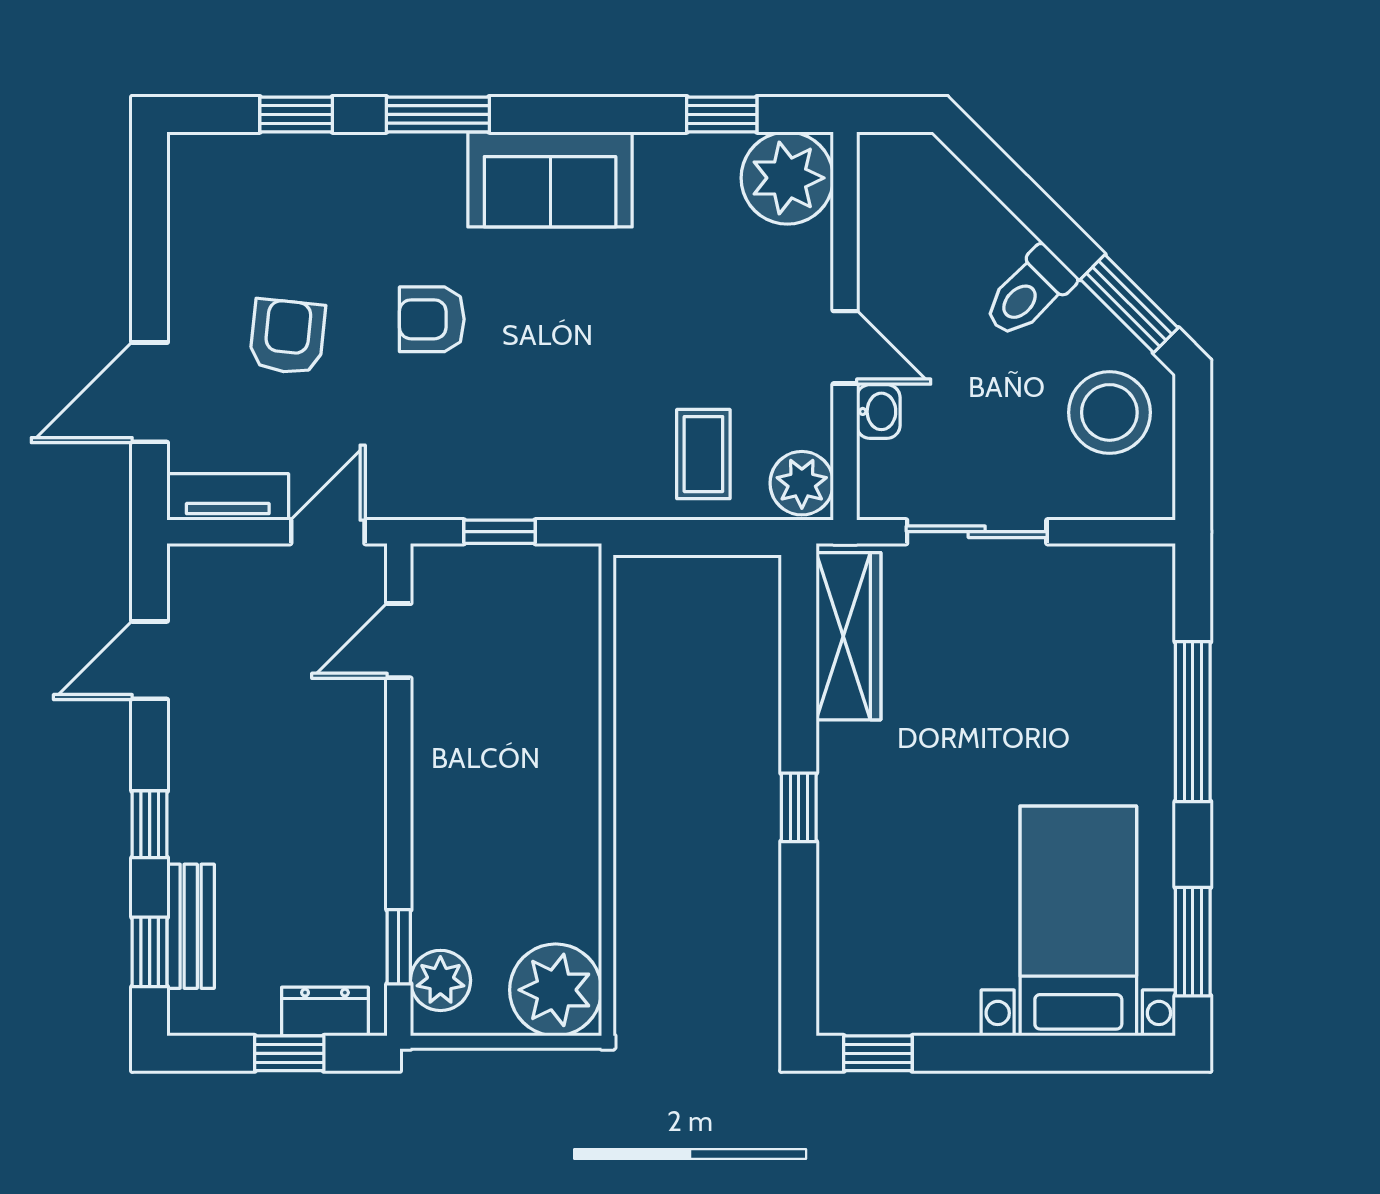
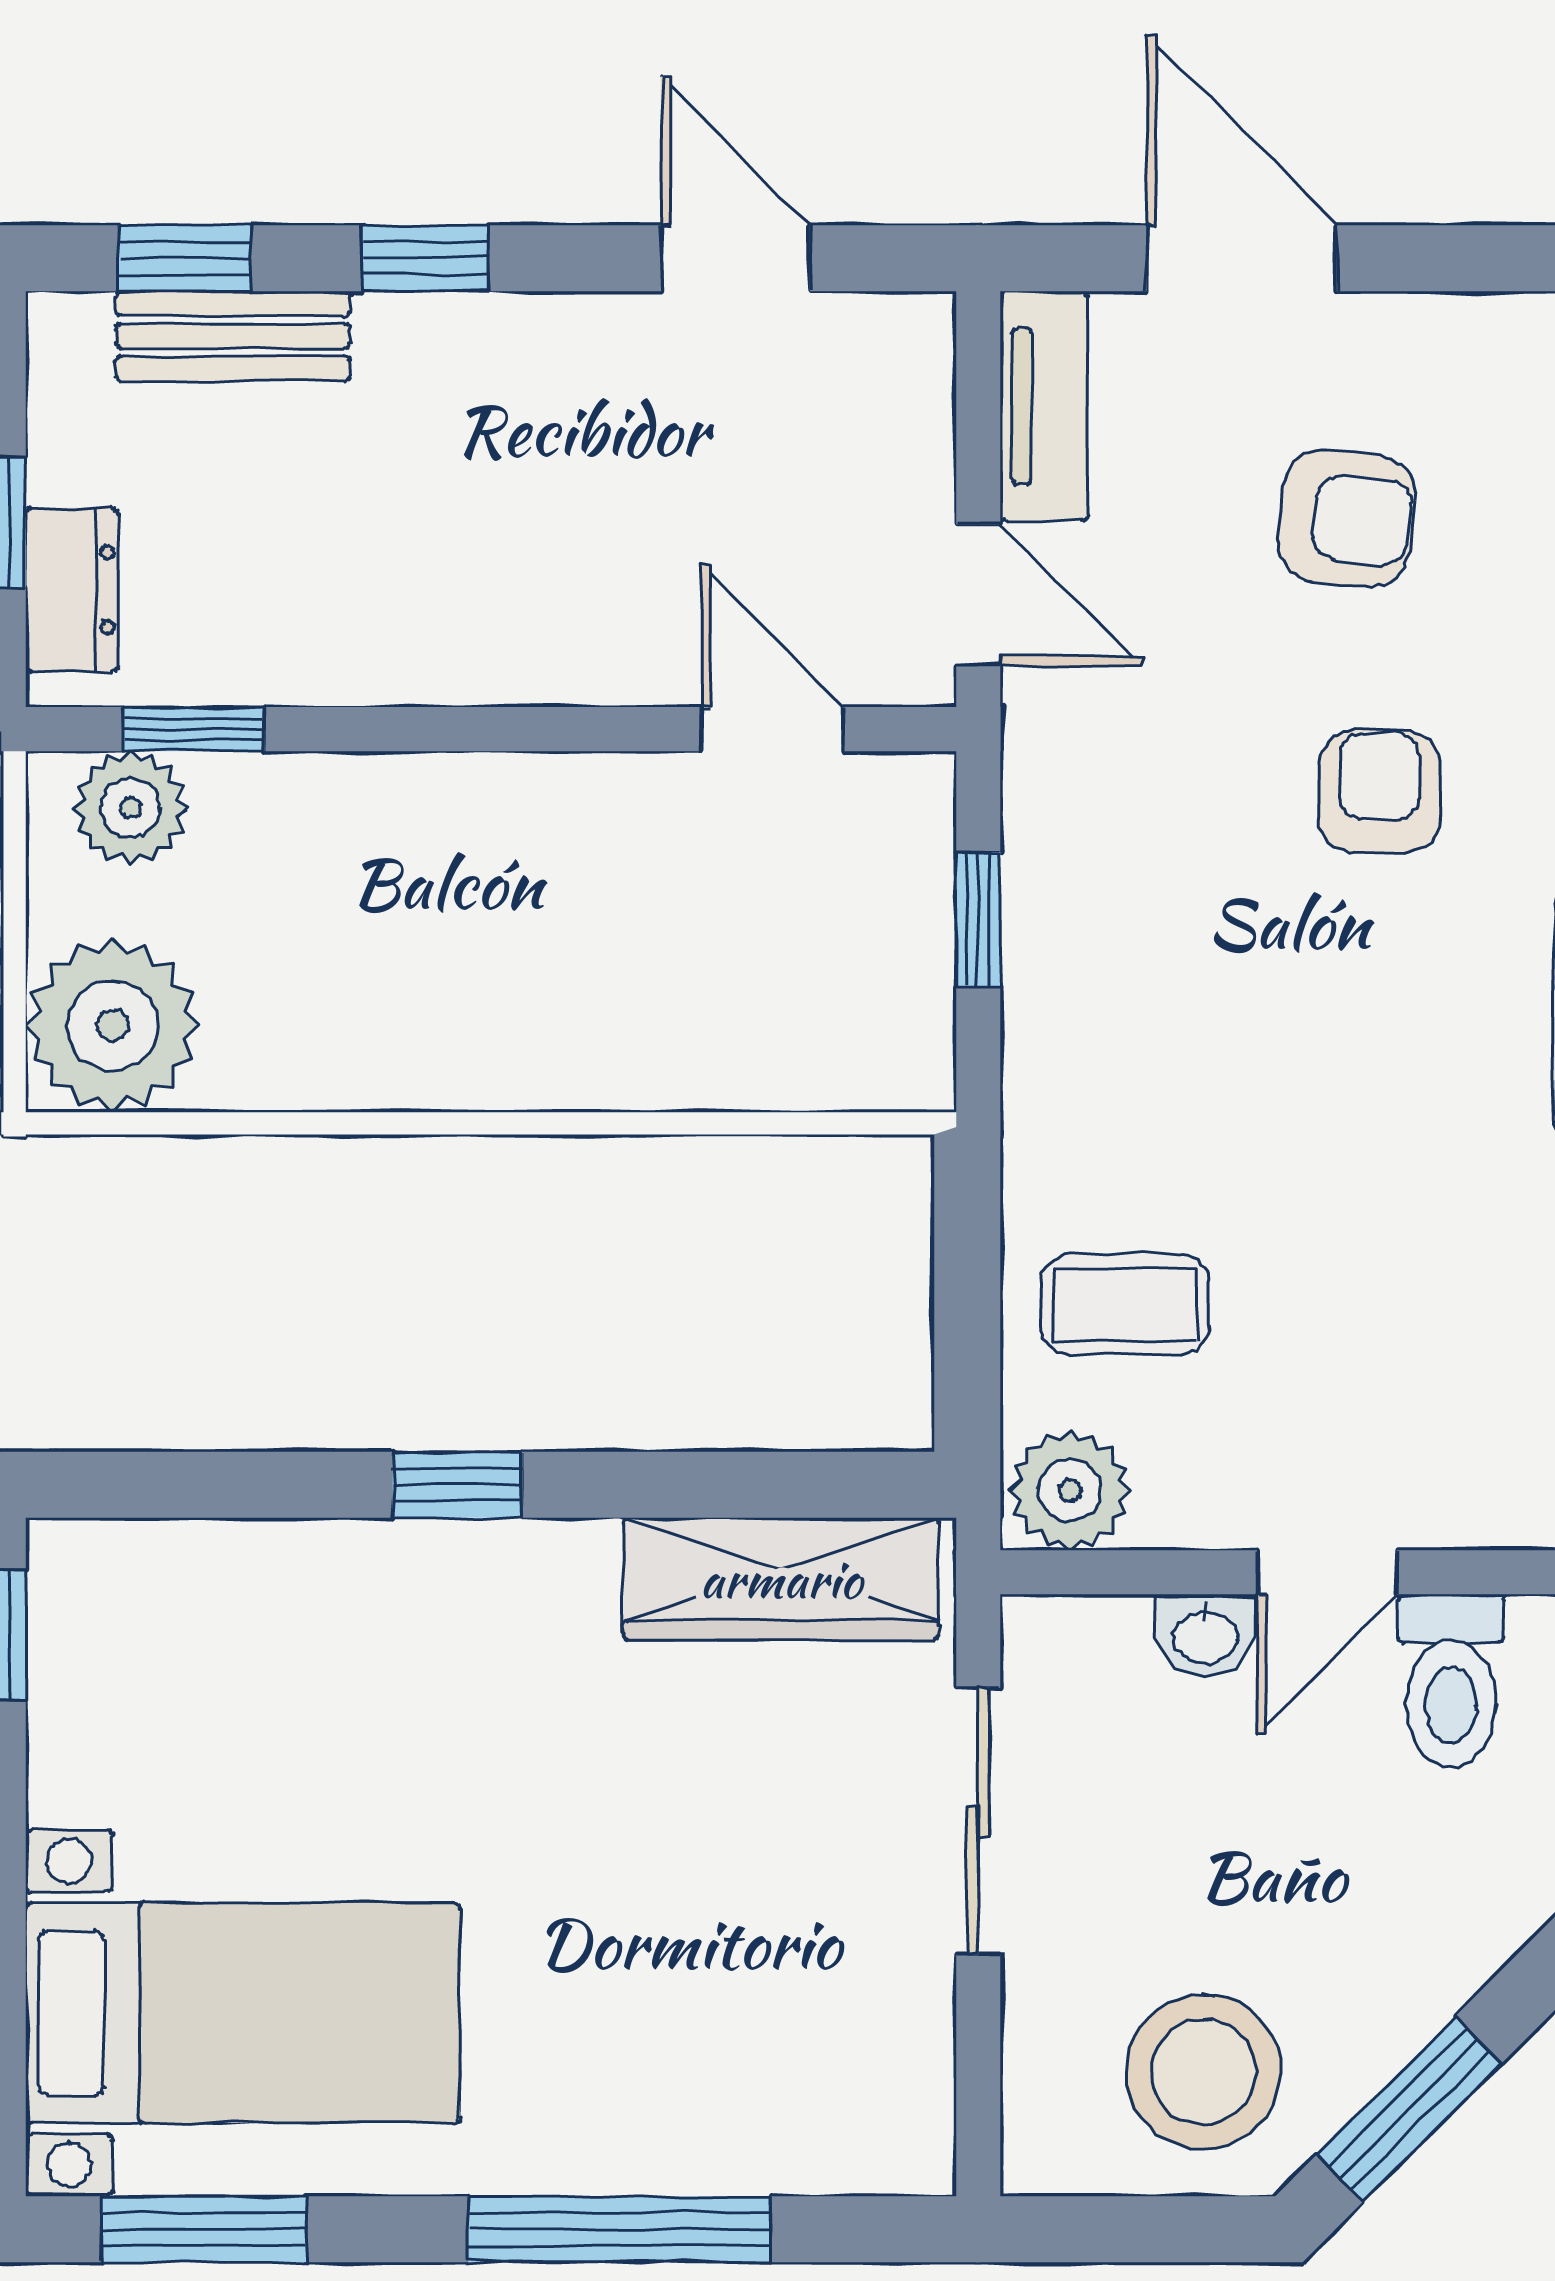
toilet: (1029, 293) -> (1451, 1681), moved, turned -135

